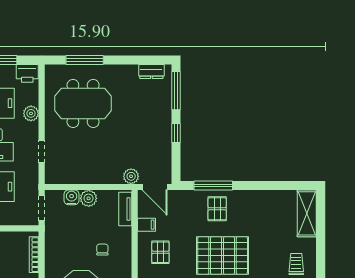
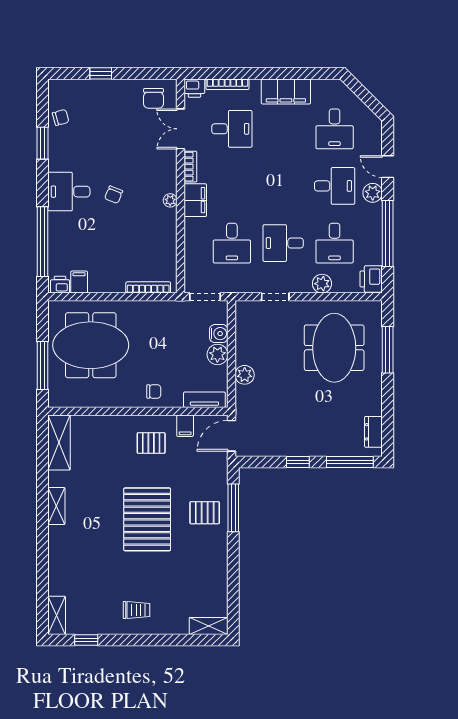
plant: (131, 176) -> (245, 375), moved
shelving: (307, 213) -> (209, 626), width x0.67, depth x0.75
chair: (102, 250) -> (154, 391), moved

